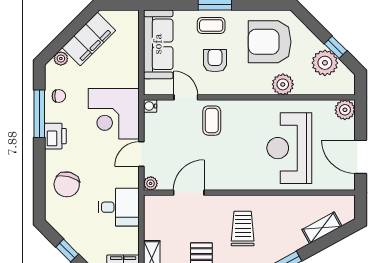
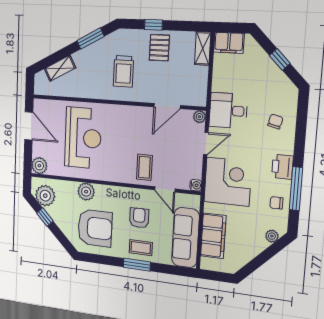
filing cabinet: (89, 39) -> (213, 236), moved, turned 135
armchair: (215, 61) -> (139, 218), turned 180
plant: (325, 63) -> (45, 196), moved
chair: (67, 184) -> (275, 121), width x0.54, depth x0.54
desk: (119, 207) -> (228, 111), moved

